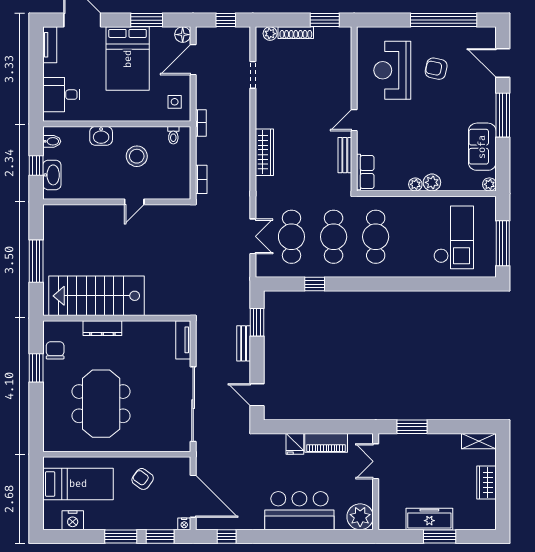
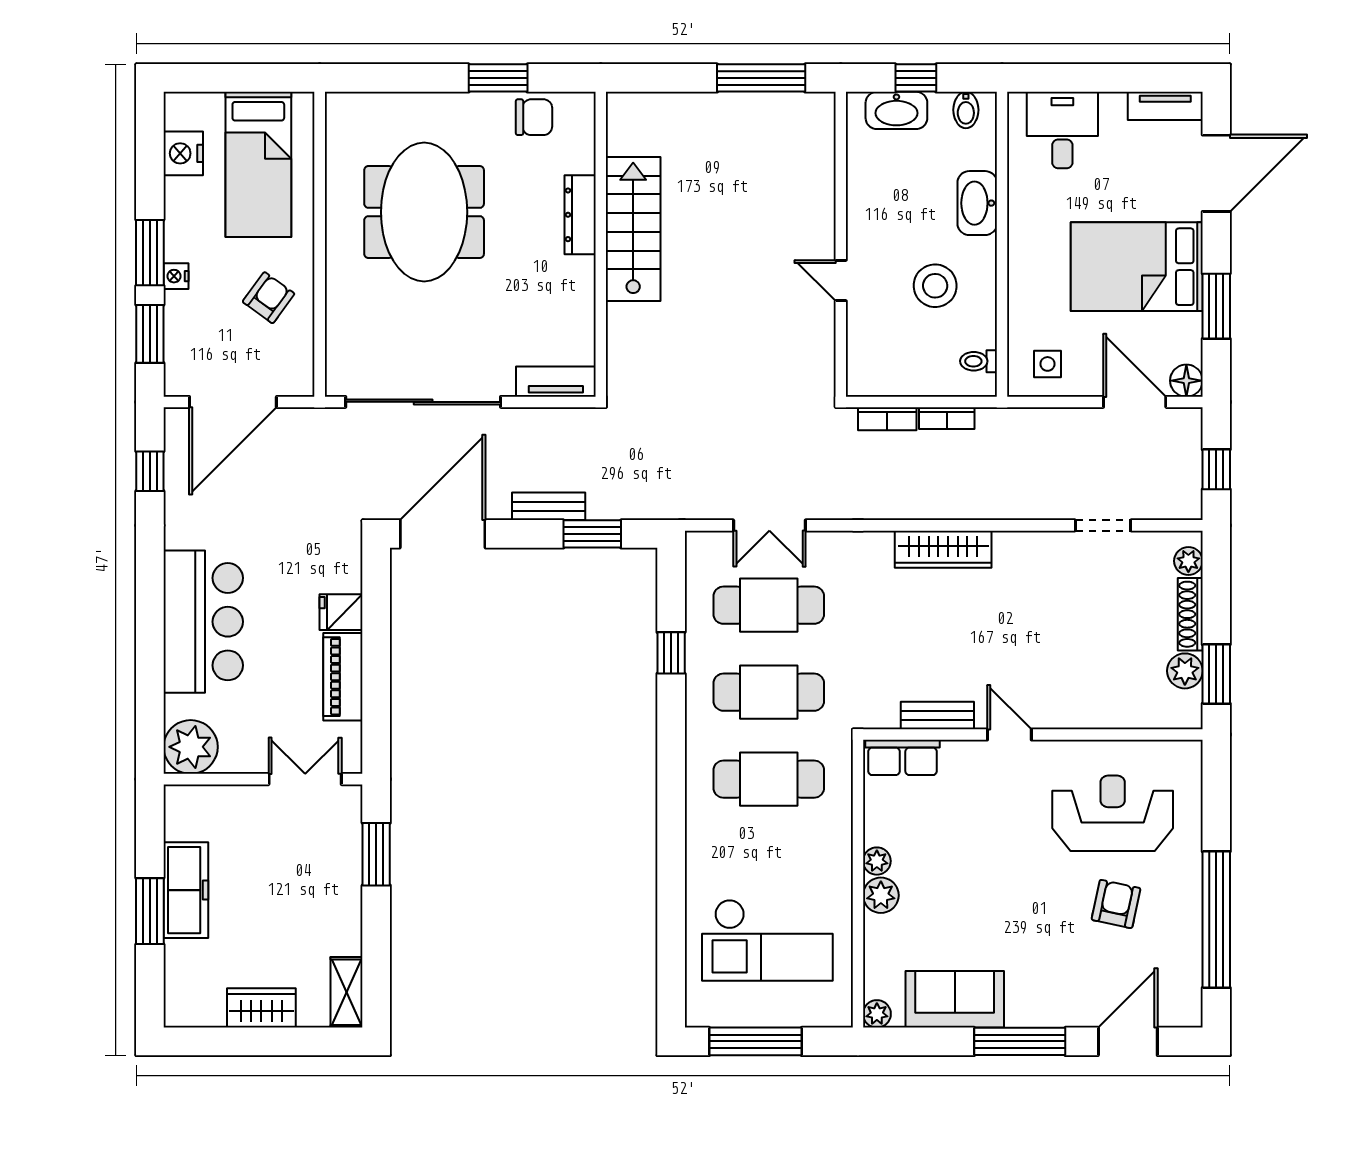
plant: (323, 35) -> (1185, 671), added
bookcase: (201, 123) -> (947, 418), moved
washbasin: (101, 136) -> (977, 203), width x1.38
window: (36, 261) -> (761, 78), moved
stairs: (97, 296) -> (633, 229), width x0.73, depth x0.66
door: (257, 395) -> (443, 534), width x1.87
meeting table: (101, 404) -> (424, 212), turned 90
nightstand: (184, 524) -> (176, 276), moved

